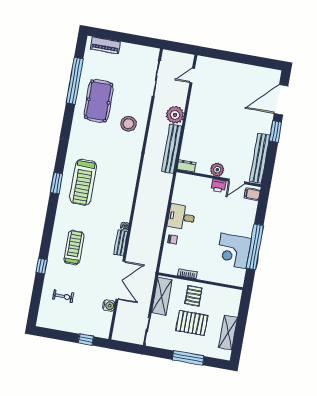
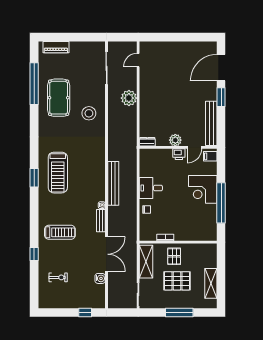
bench: (172, 149) -> (113, 183), moved
treadmill: (74, 248) -> (60, 232), turned 90
corner desk: (234, 251) -> (203, 189), moved

